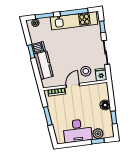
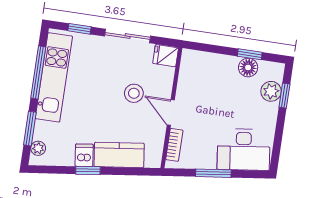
stool: (86, 71) -> (134, 93), moved
floor lamp: (105, 105) -> (248, 67), moved
desk: (77, 131) -> (244, 150), moved, turned 83

